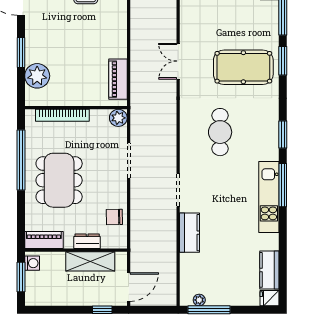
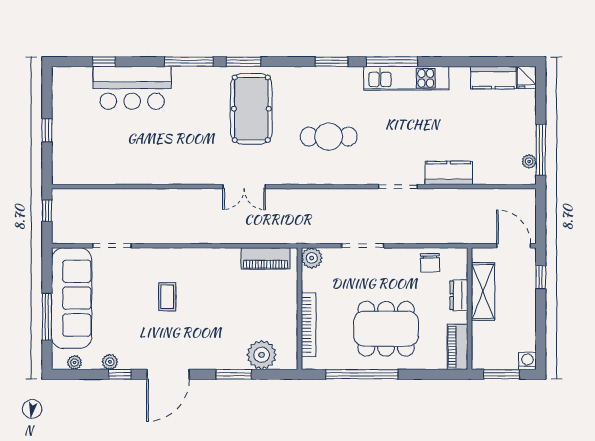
washing machine: (32, 263) -> (527, 361), moved

